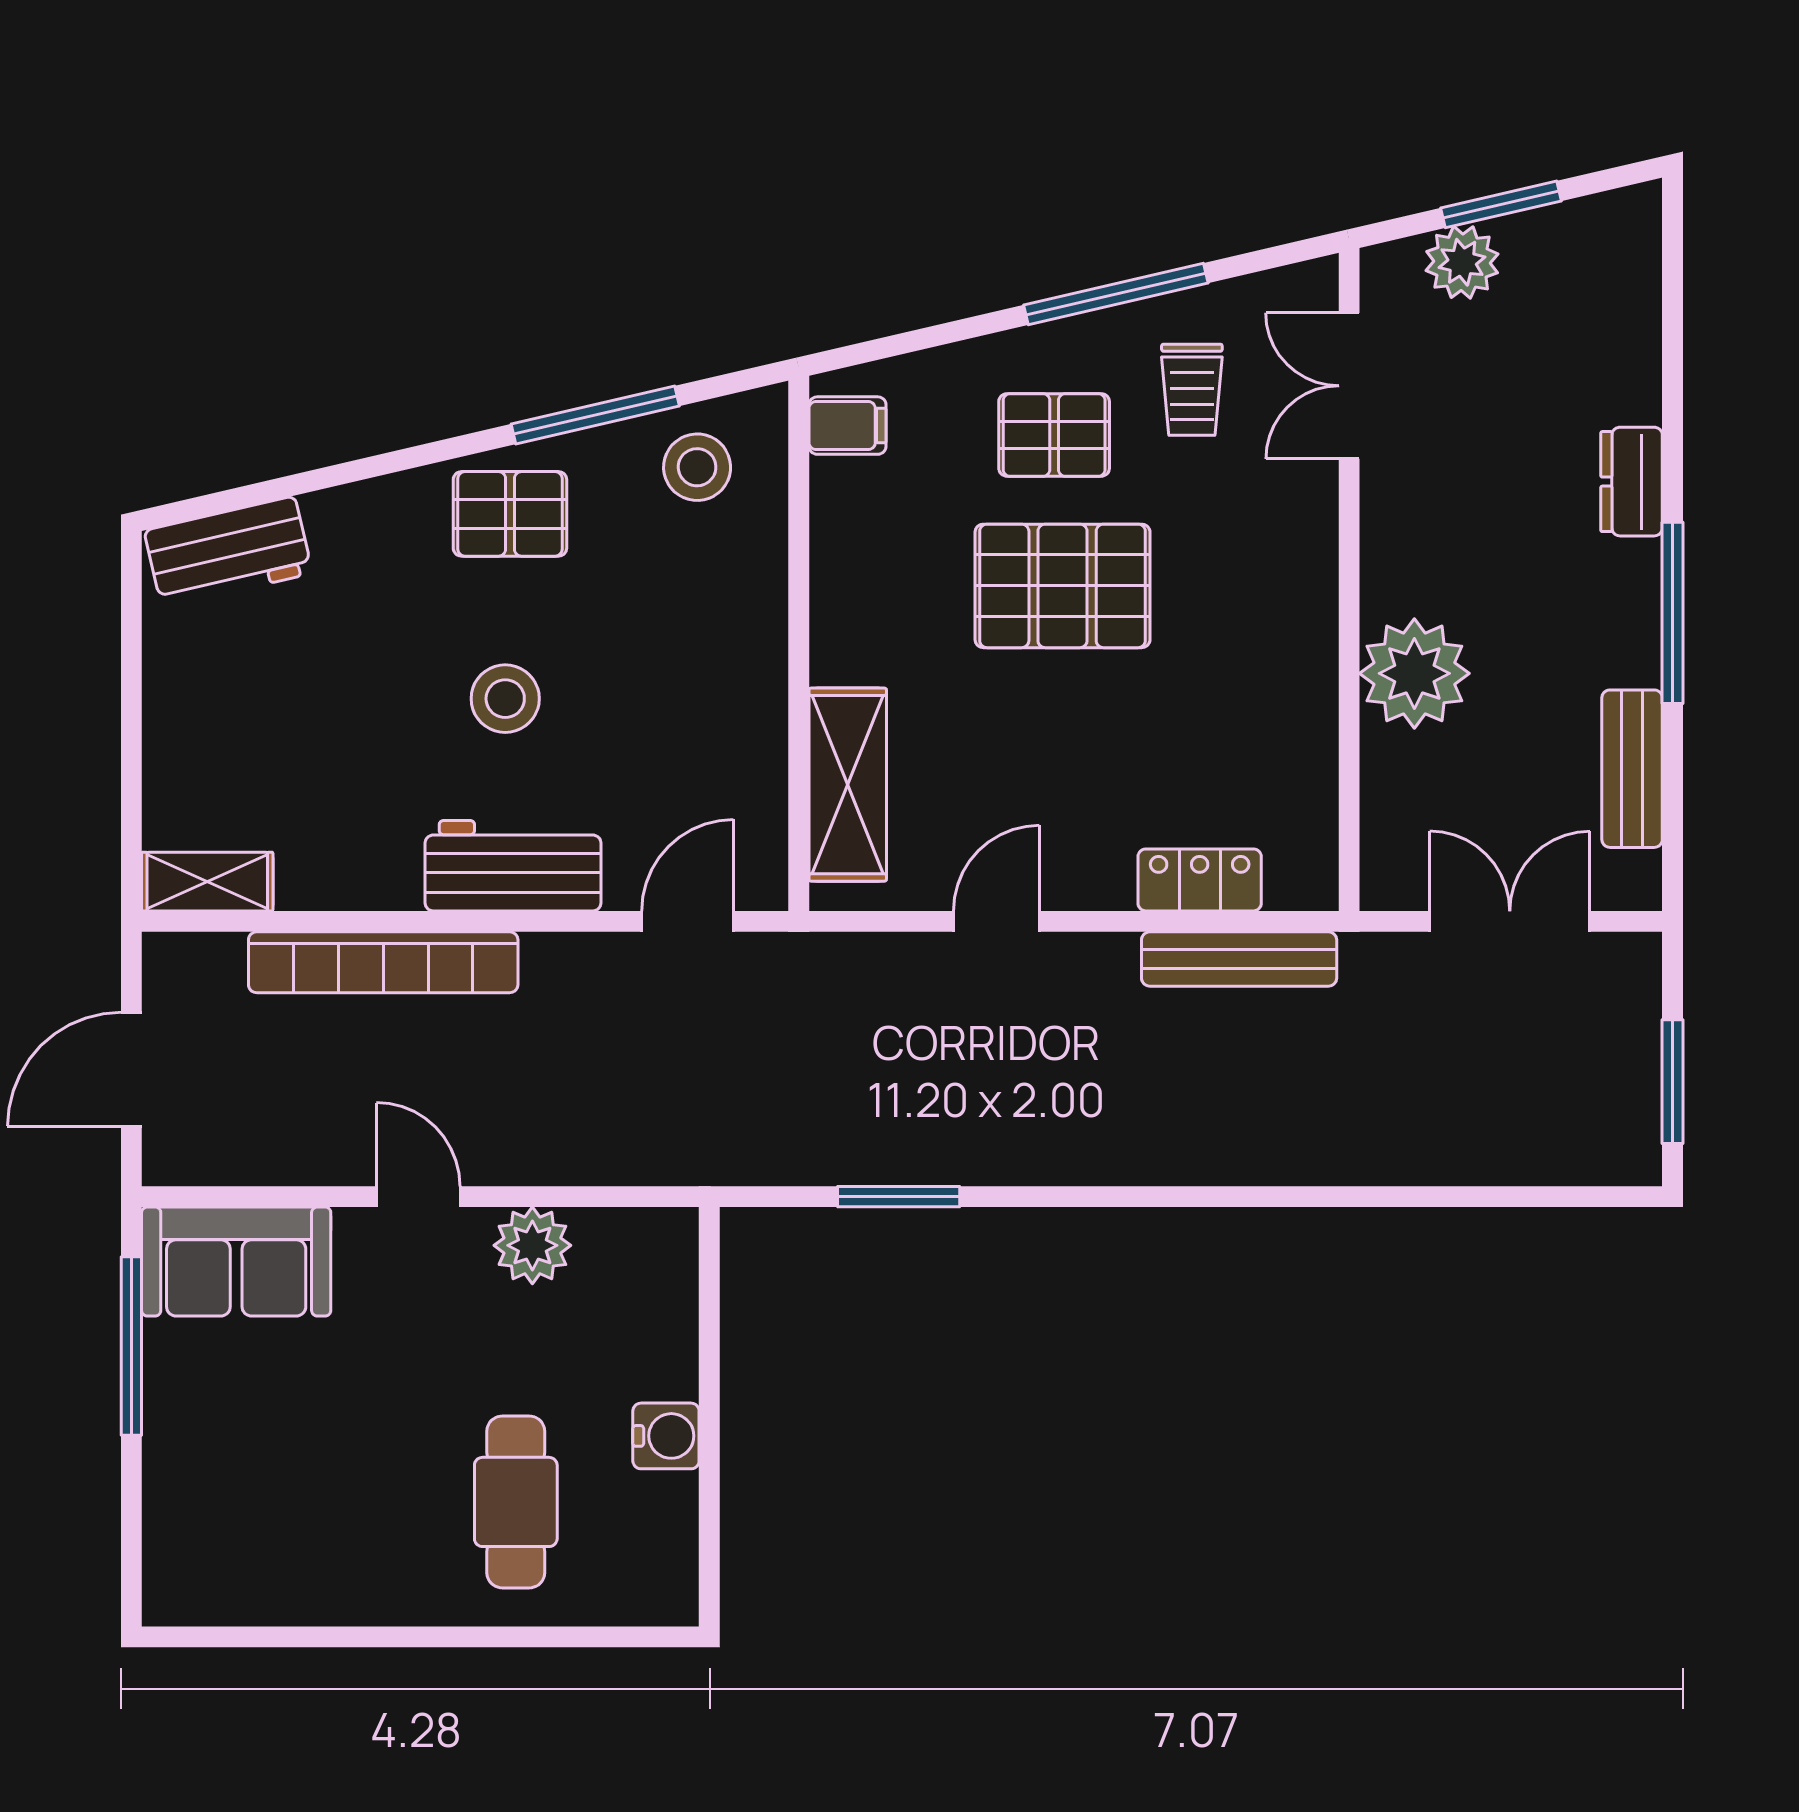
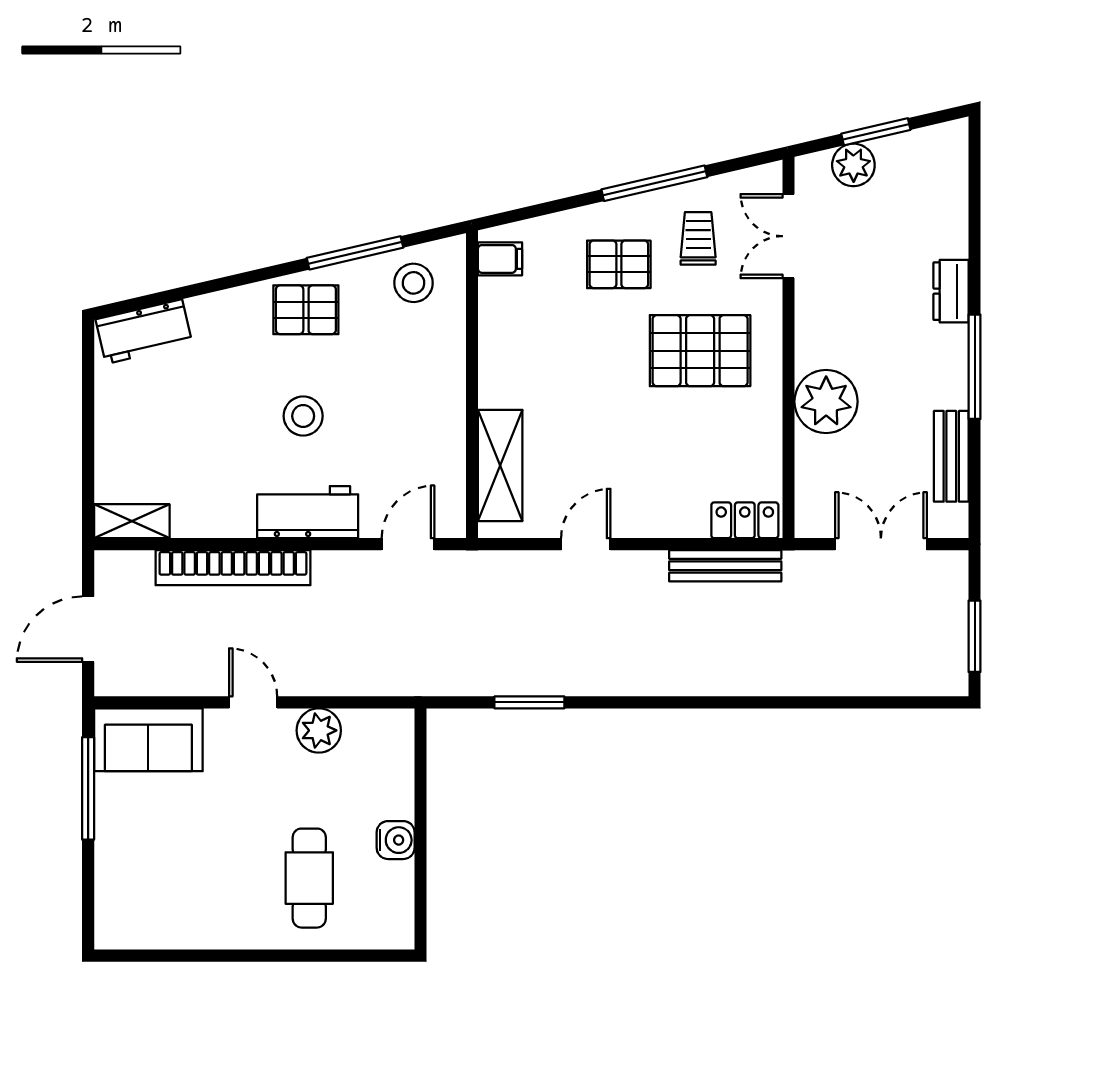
trolley: (1192, 390) -> (698, 238), turned 180
pallet: (1063, 586) -> (700, 351), moved
locker: (1200, 880) -> (745, 520), moved

